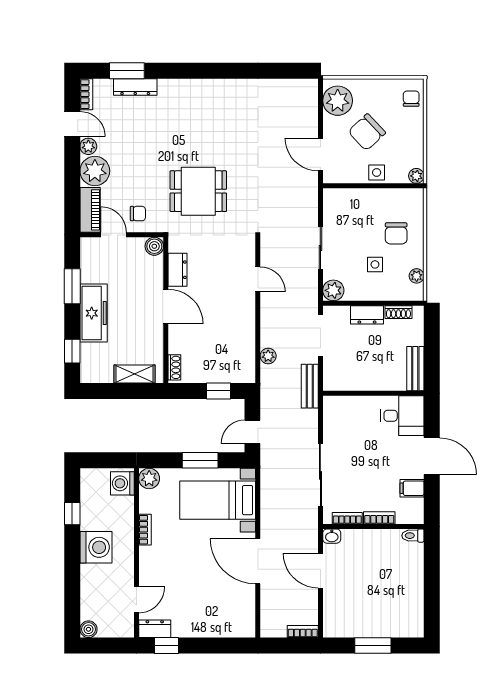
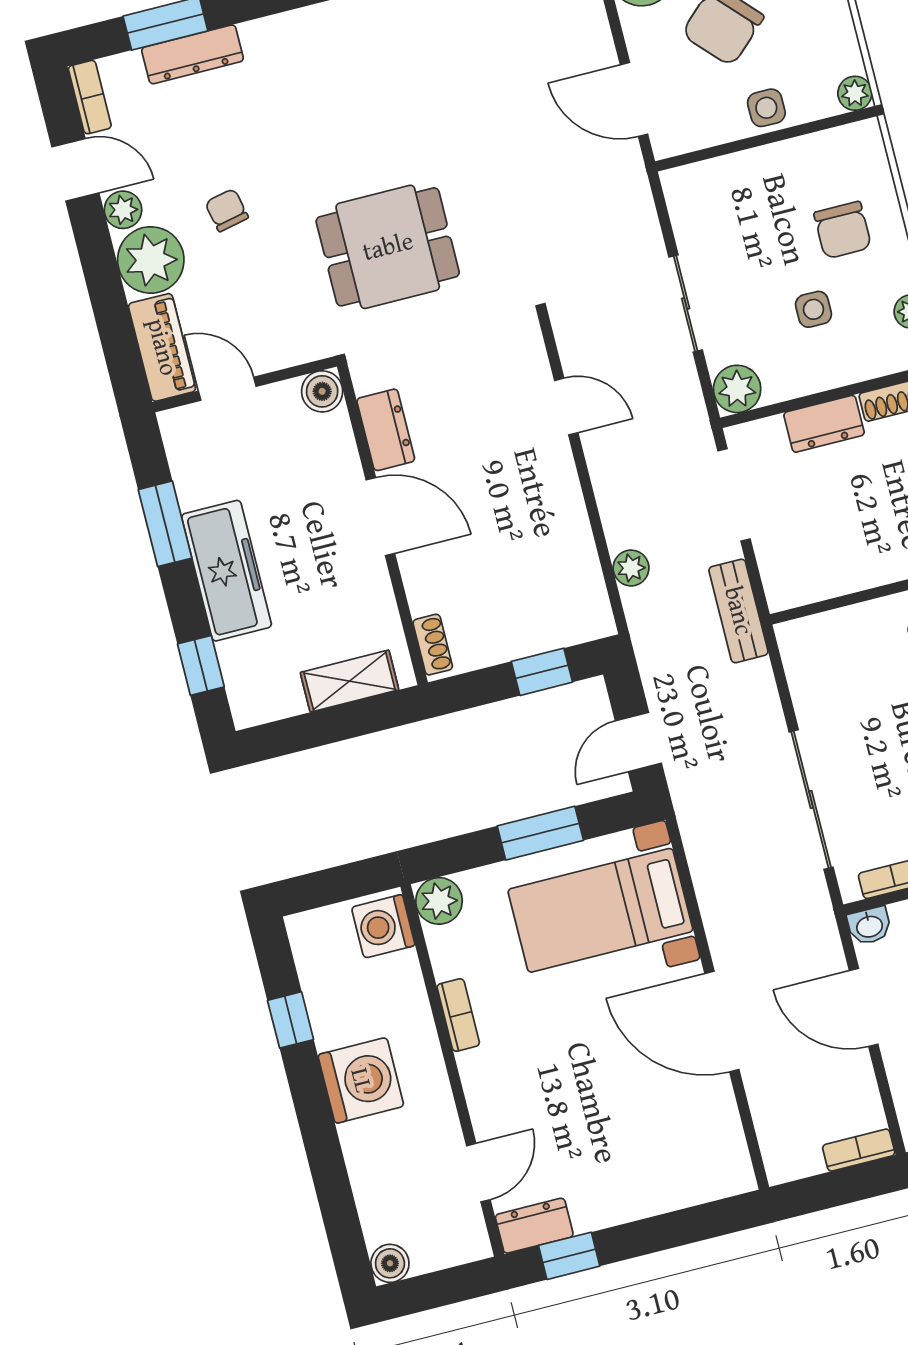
chair: (138, 214) -> (227, 210), moved, turned -102

